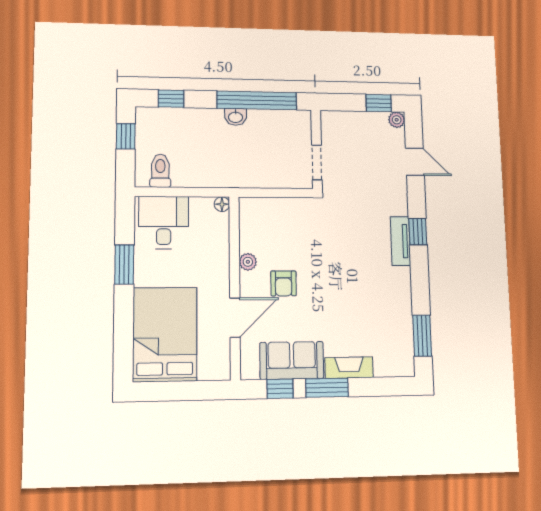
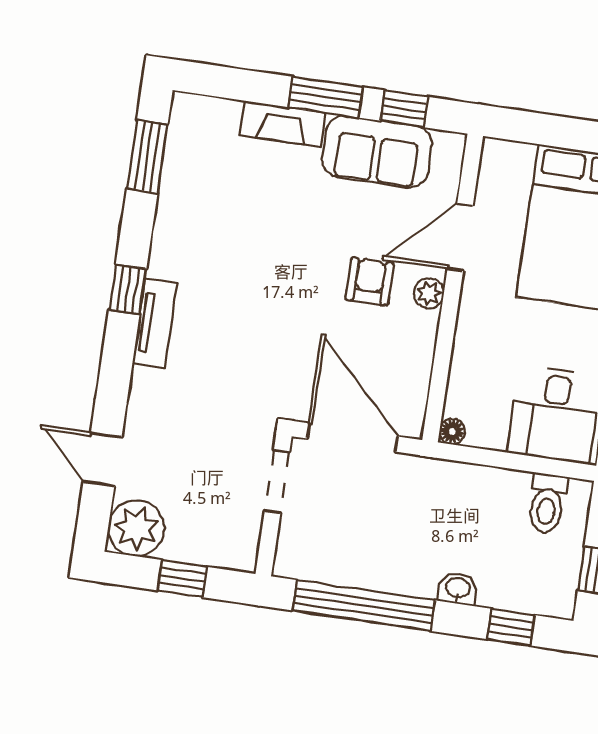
window: (379, 103) -> (182, 579), moved
washbasin: (236, 117) -> (458, 589), moved
plant: (397, 120) -> (136, 528), width x1.88, depth x1.88
door: (279, 193) -> (352, 438), added
window: (418, 232) -> (128, 289), moved
plant: (248, 262) -> (429, 293), moved

